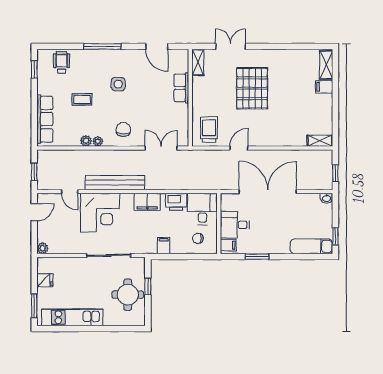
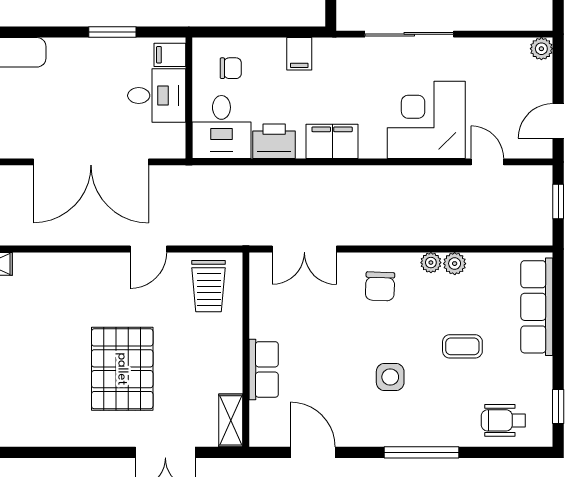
wheelchair: (62, 62) -> (503, 420), turned 90
bench: (115, 183) -> (397, 180), removed

